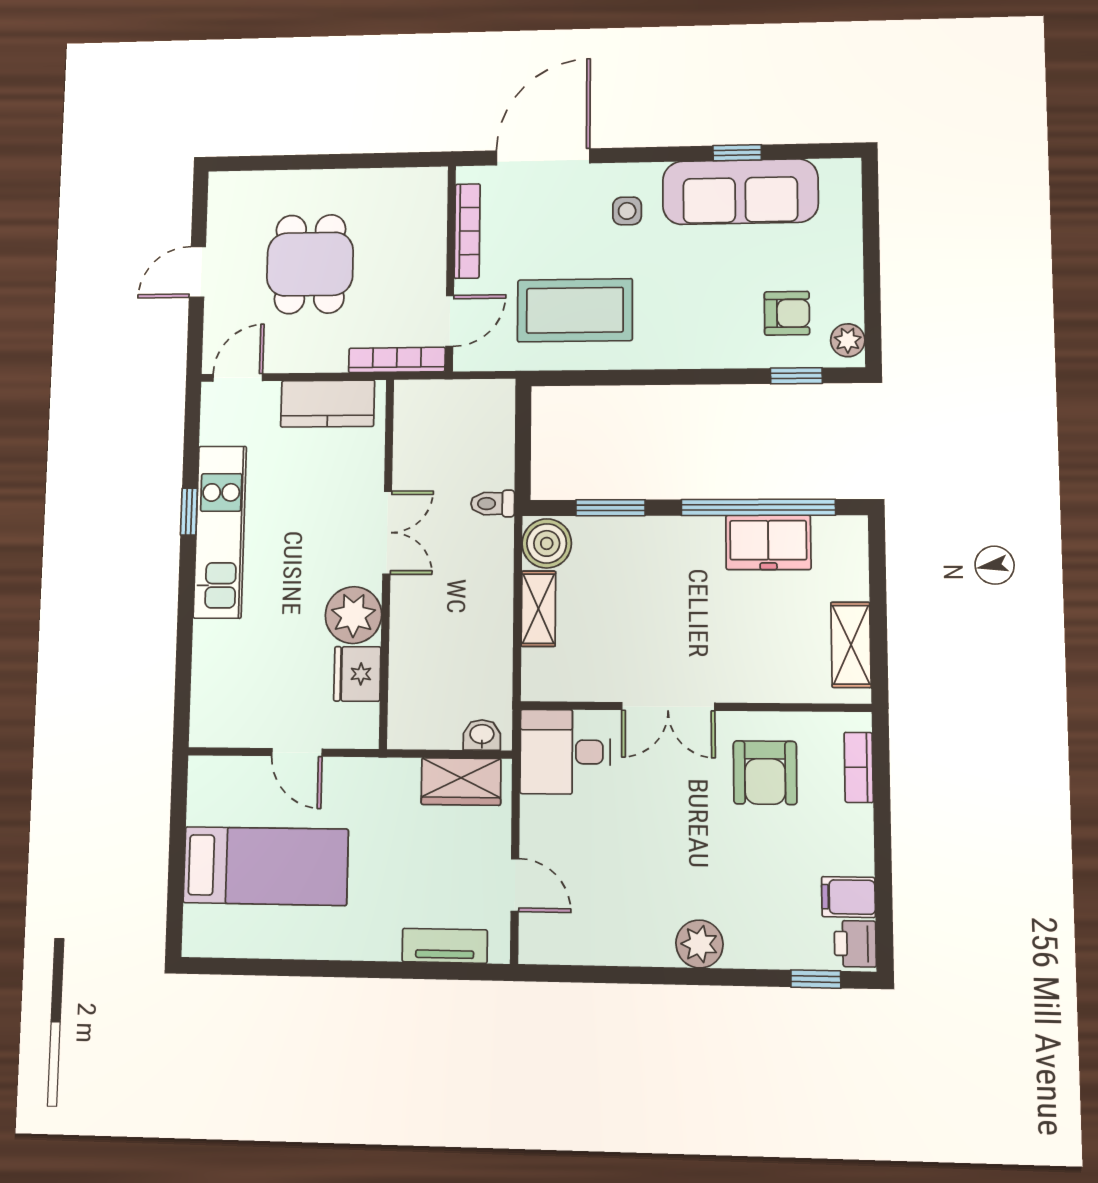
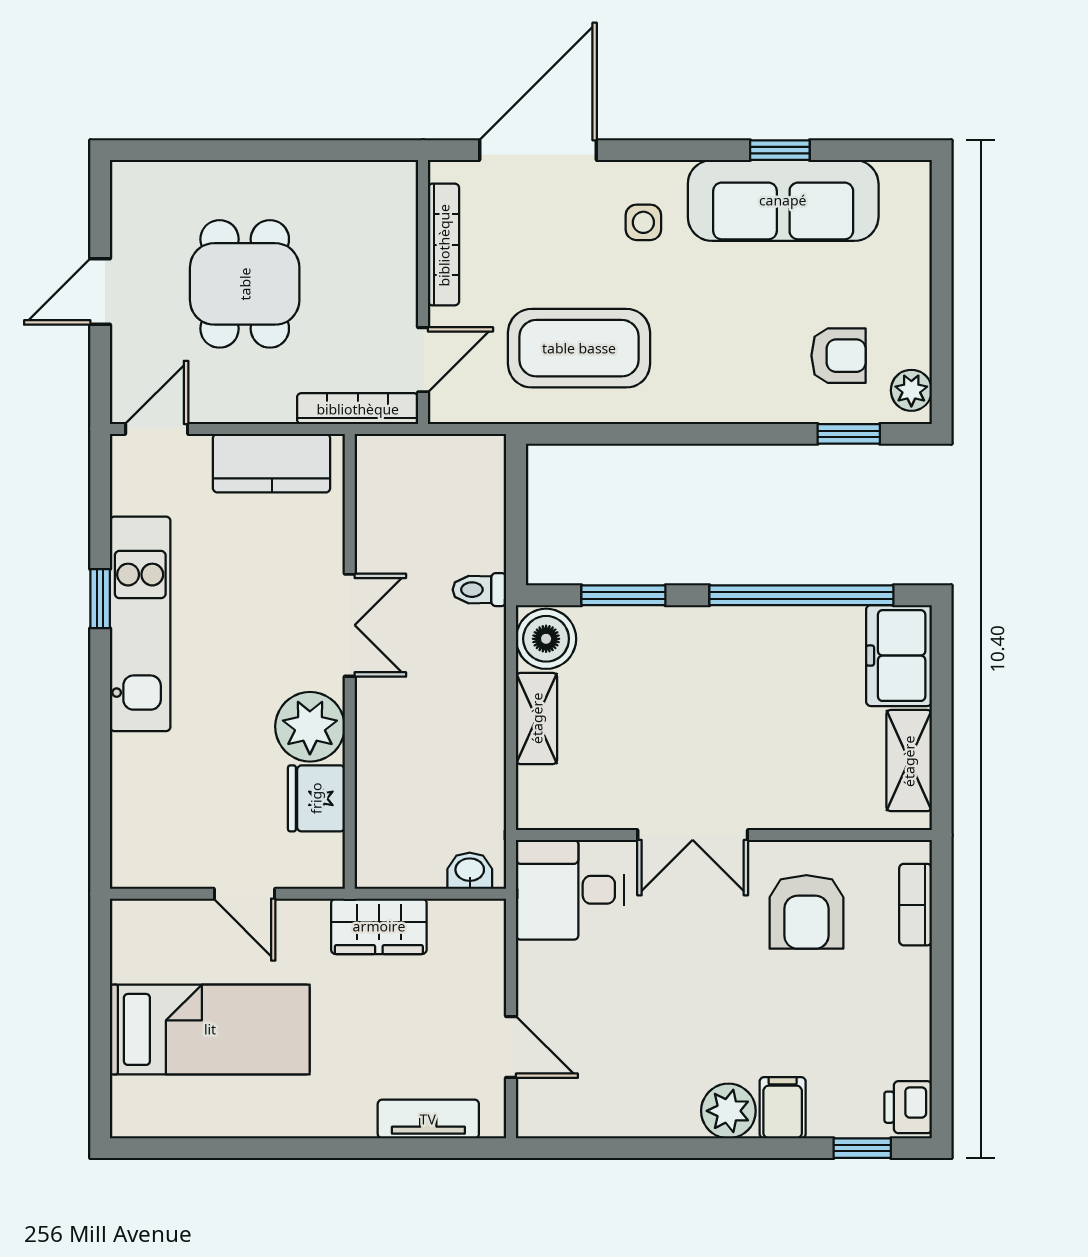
freezer: (768, 542) -> (899, 656), moved, turned 90
wardrobe: (461, 781) -> (379, 926), moved
filing cabinet: (848, 897) -> (783, 1108), moved, turned 90

